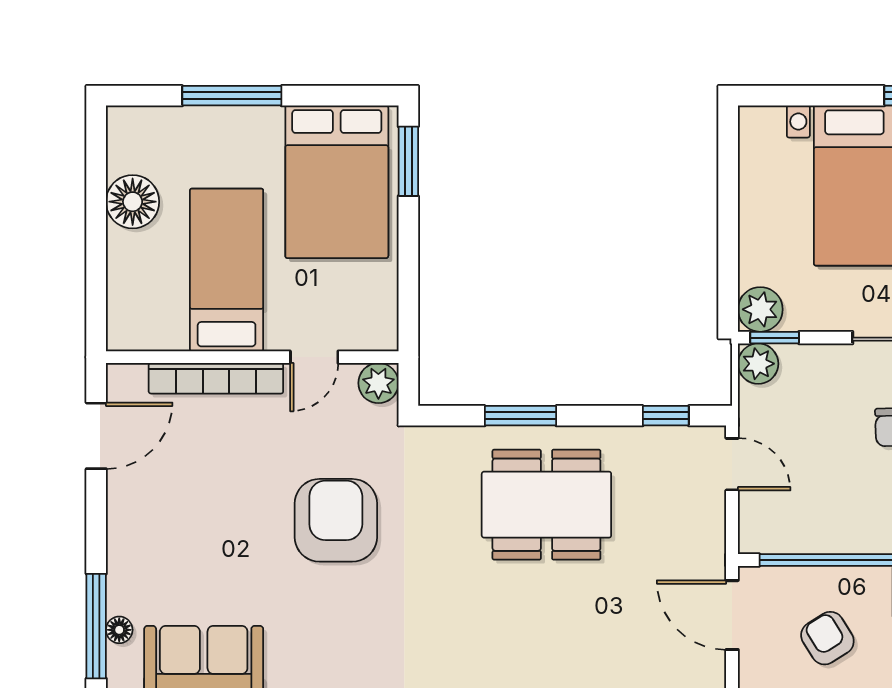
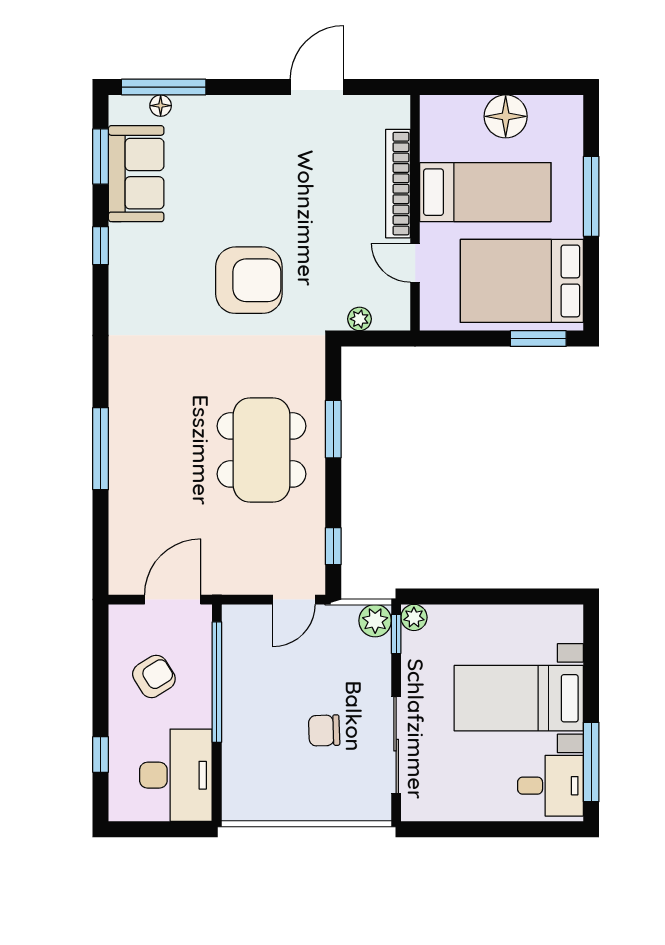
bed: (227, 270) -> (485, 192), moved
plant: (760, 309) -> (414, 617), width x0.73, depth x0.73
wall: (252, 357) -> (415, 213), moved
door: (314, 357) -> (415, 263), moved
bookcase: (216, 378) -> (398, 184), moved
plant: (378, 383) -> (360, 319), width x0.73, depth x0.73
door: (96, 436) -> (317, 87), swing flipped

